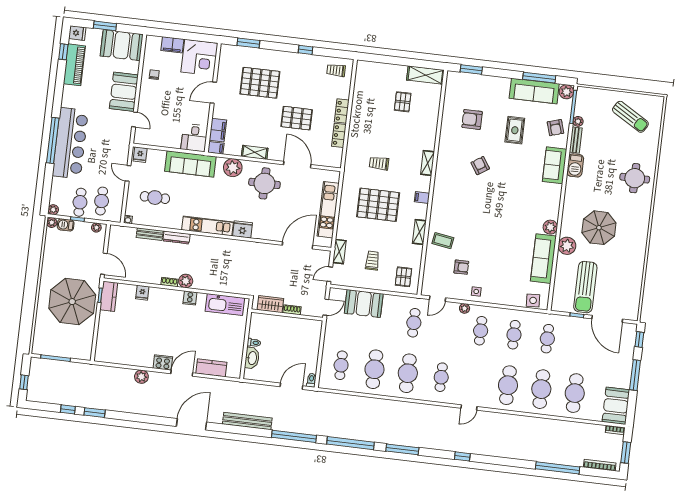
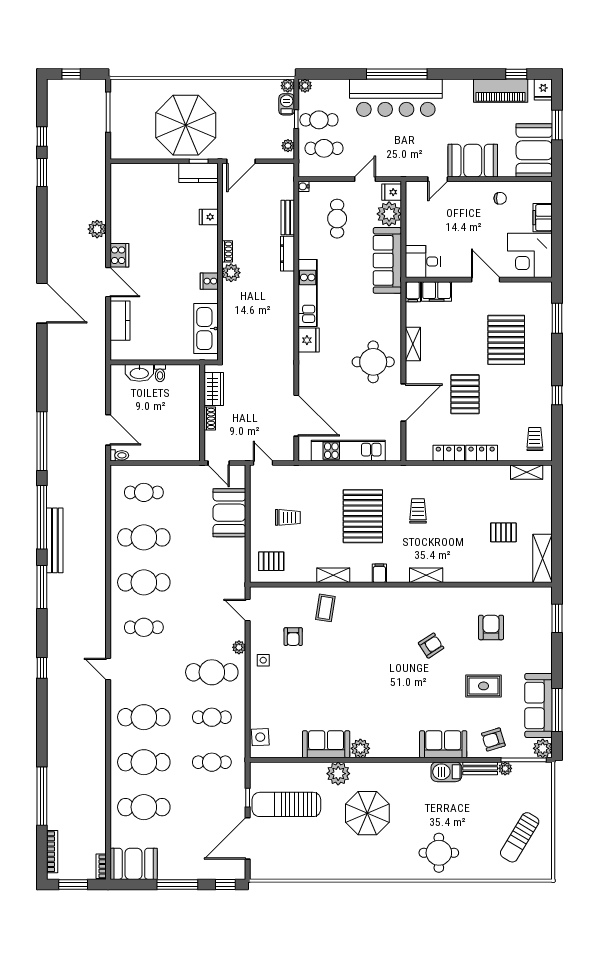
plant: (233, 168) -> (389, 214), moved
shelving: (339, 252) -> (527, 472), moved
sofa: (543, 259) -> (326, 744), width x0.73
cafe table: (414, 323) -> (212, 582), removed
cafe table: (481, 331) -> (212, 672), width x1.37, depth x1.35
bench: (247, 421) -> (55, 540), moved

